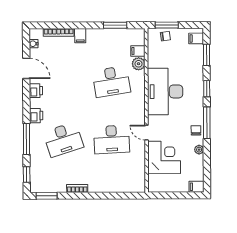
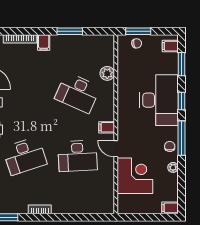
window: (115, 25) -> (70, 31), moved
filing cabinet: (138, 51) -> (107, 127), moved
desk: (111, 82) -> (78, 93), turned 33
desk: (165, 91) -> (159, 100), moved, turned 180

